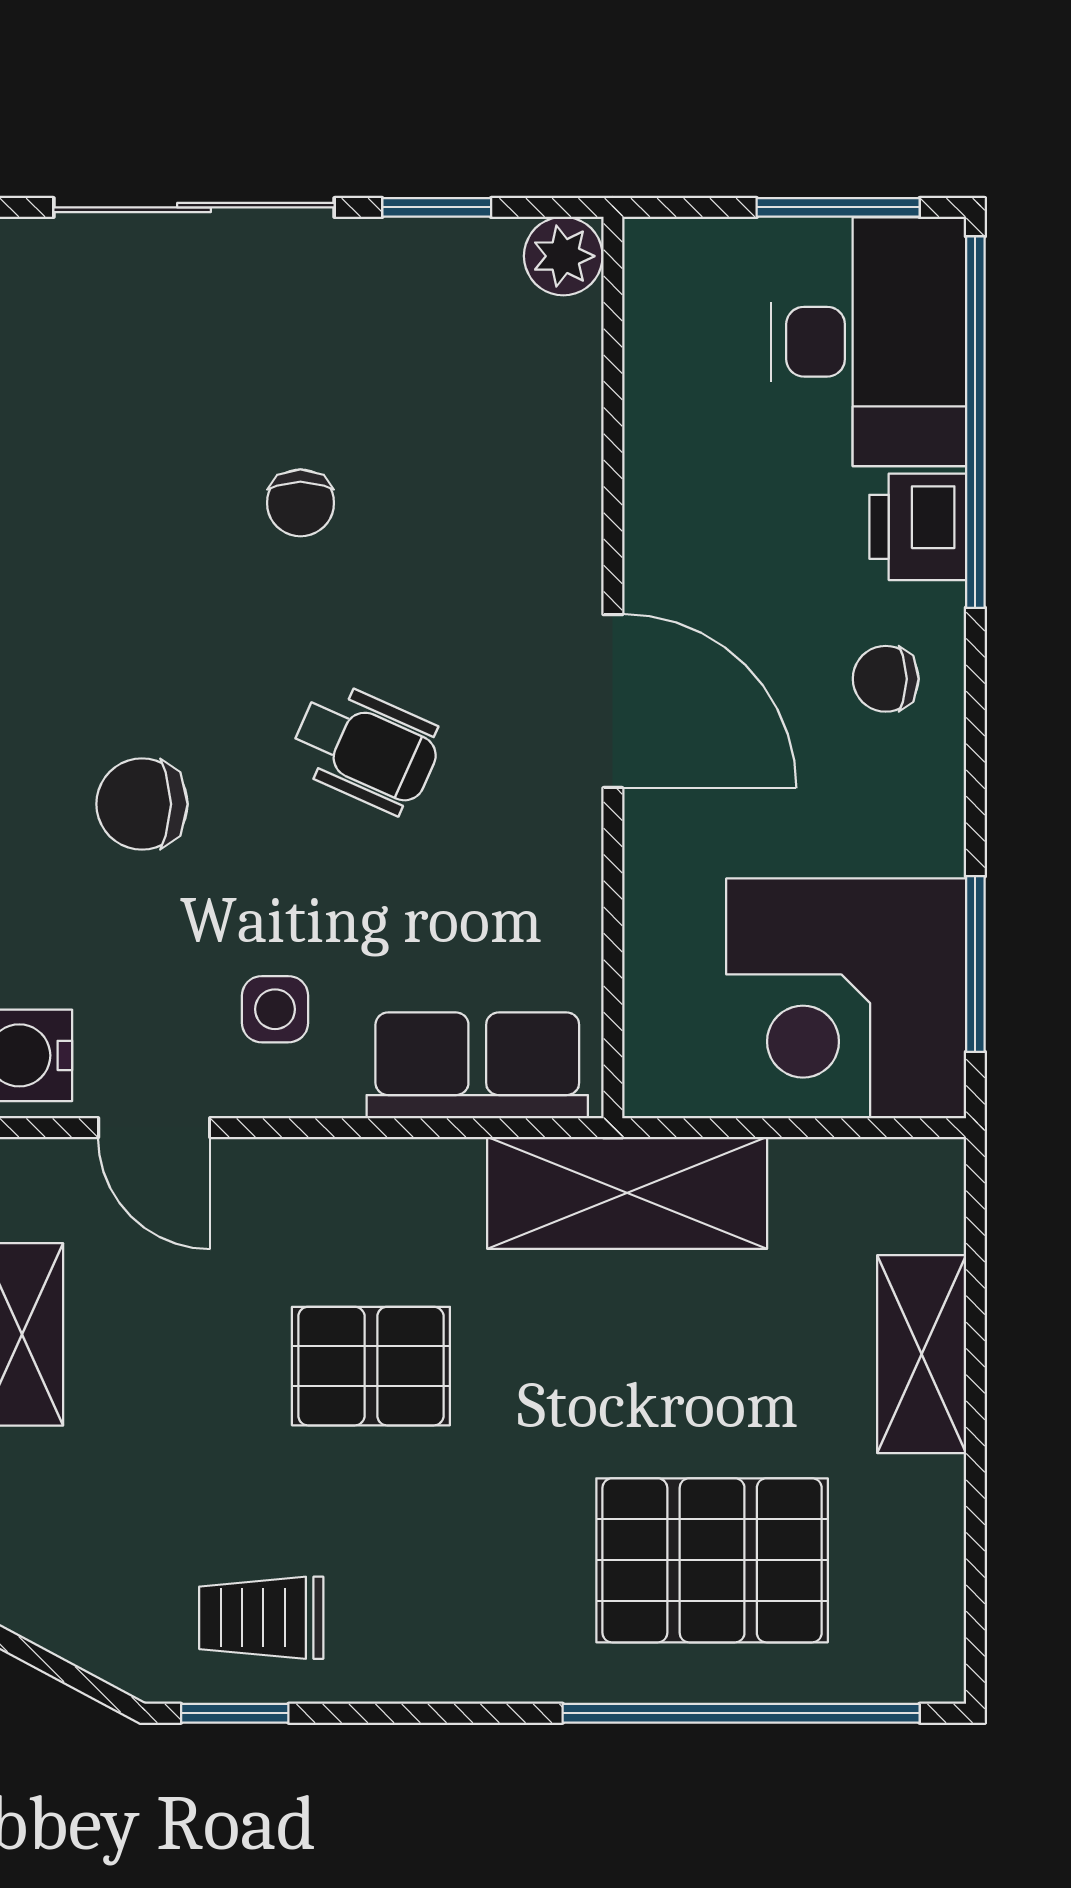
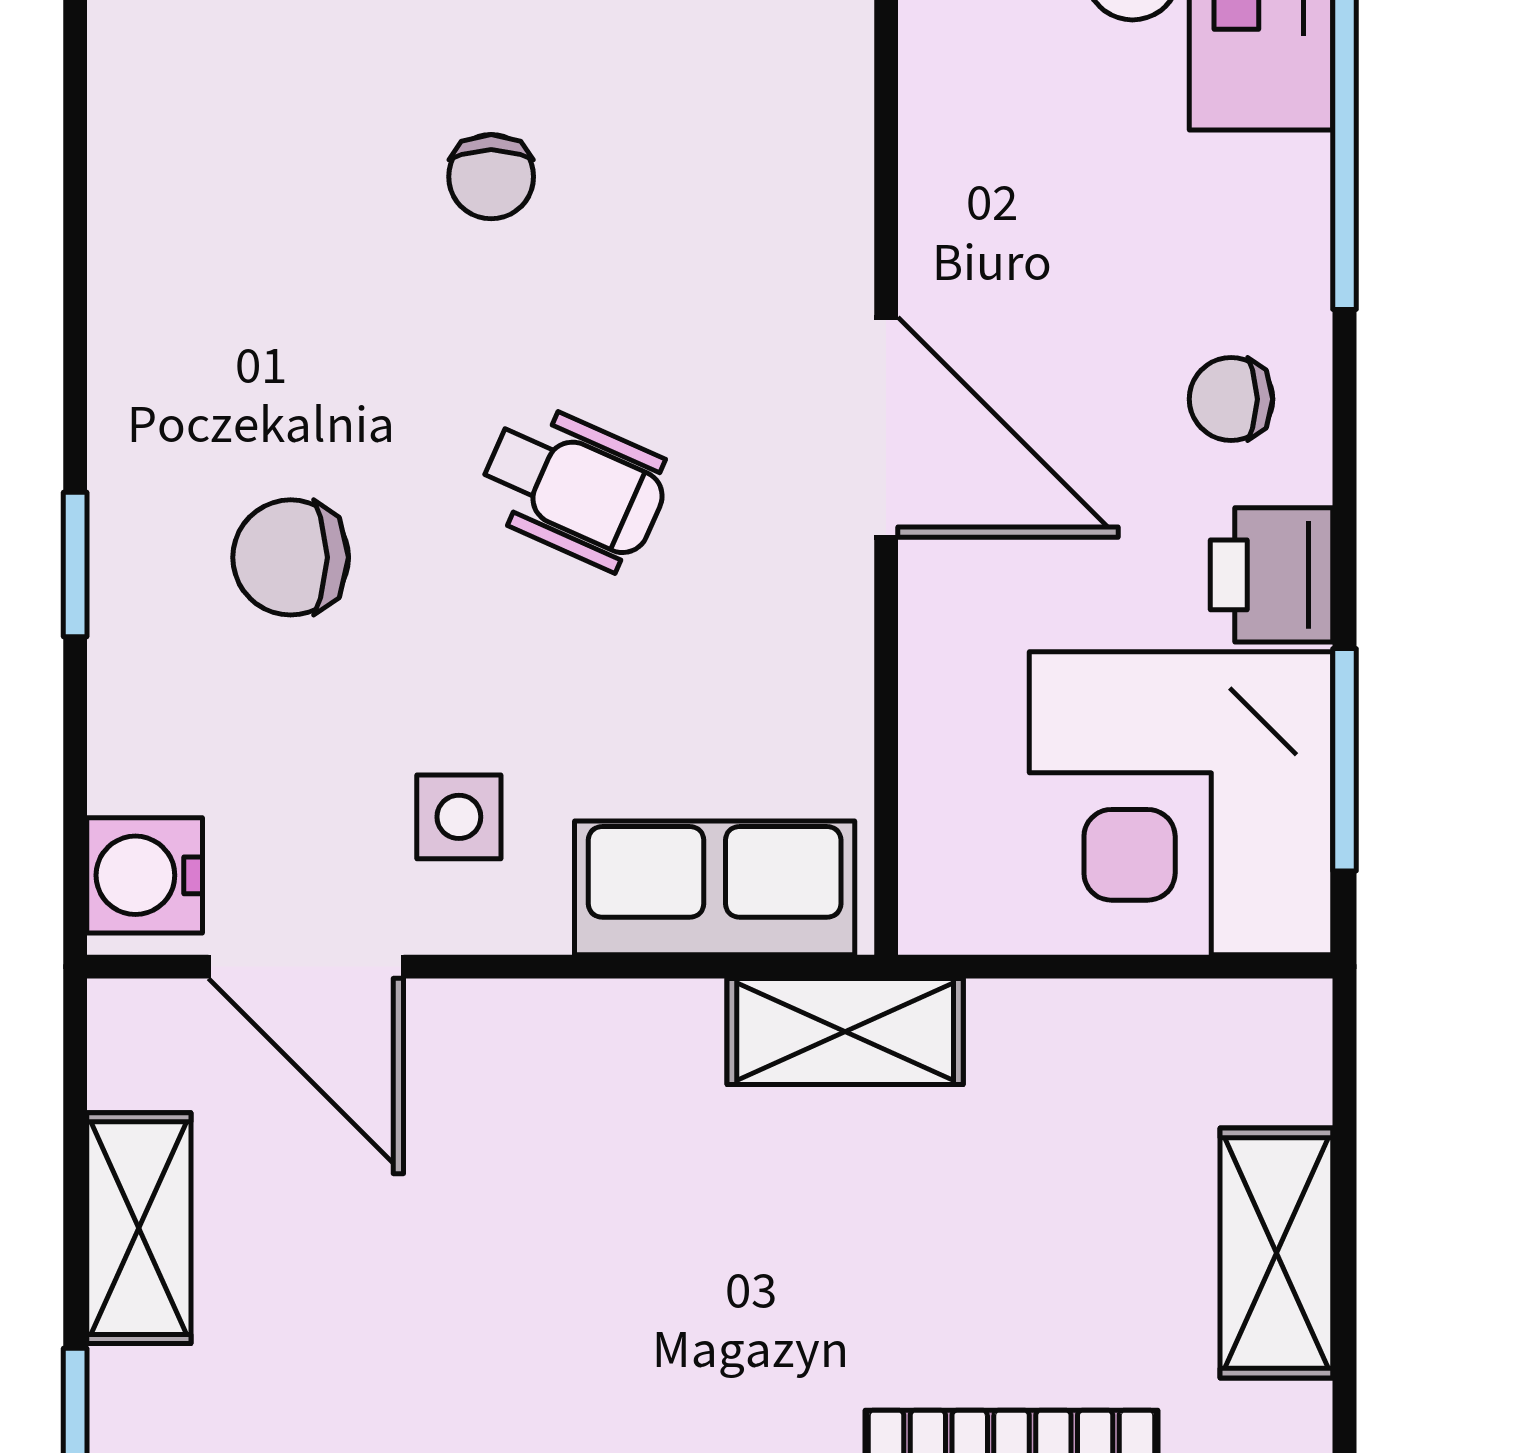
printer: (918, 527) -> (1272, 575), moved
door: (154, 1128) -> (306, 967), width x1.38
shelving: (627, 1193) -> (845, 1031), width x0.67, depth x0.75
pallet: (371, 1366) -> (580, 1268), removed

